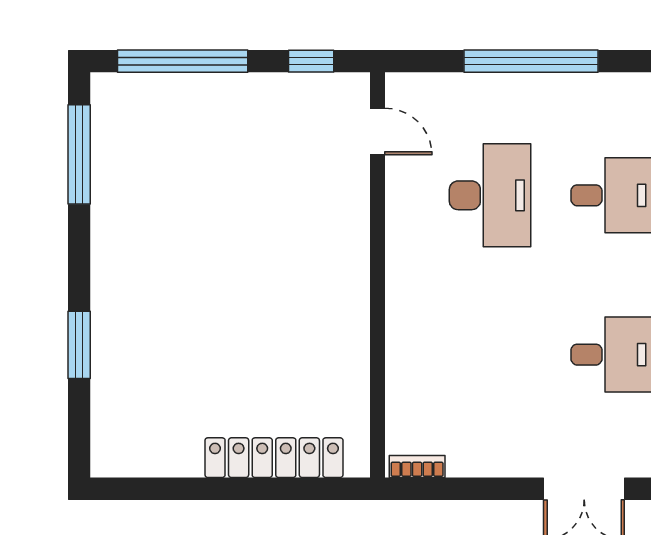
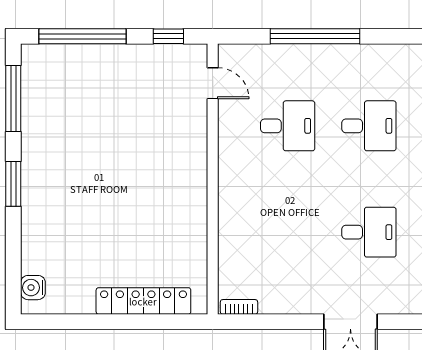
desk: (490, 195) -> (288, 126), width x0.73
window: (79, 345) -> (13, 184), moved
water cooler: (108, 438) -> (33, 288), added

